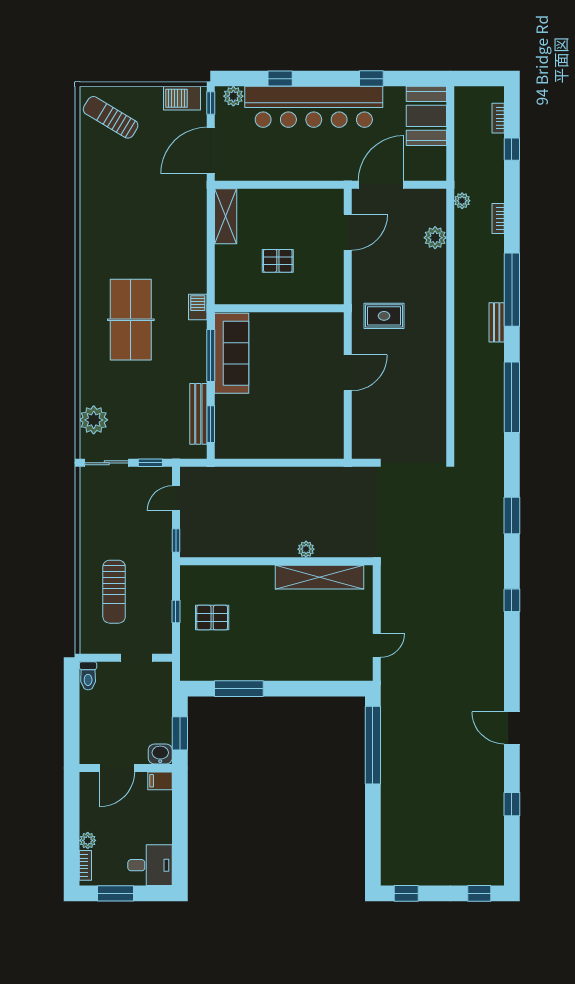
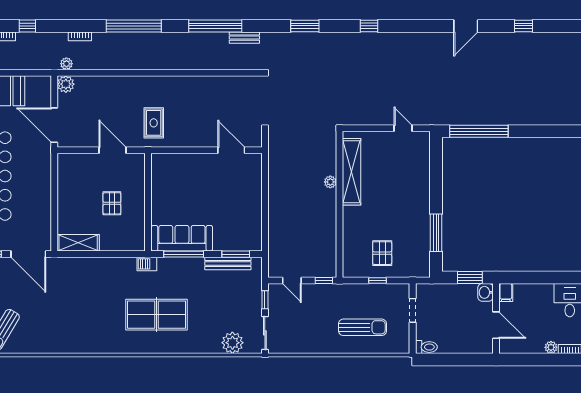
door: (348, 232) -> (113, 150), moved
plant: (435, 238) -> (66, 84), moved
bench: (497, 322) -> (244, 38), moved
door: (348, 373) -> (231, 150), moved

